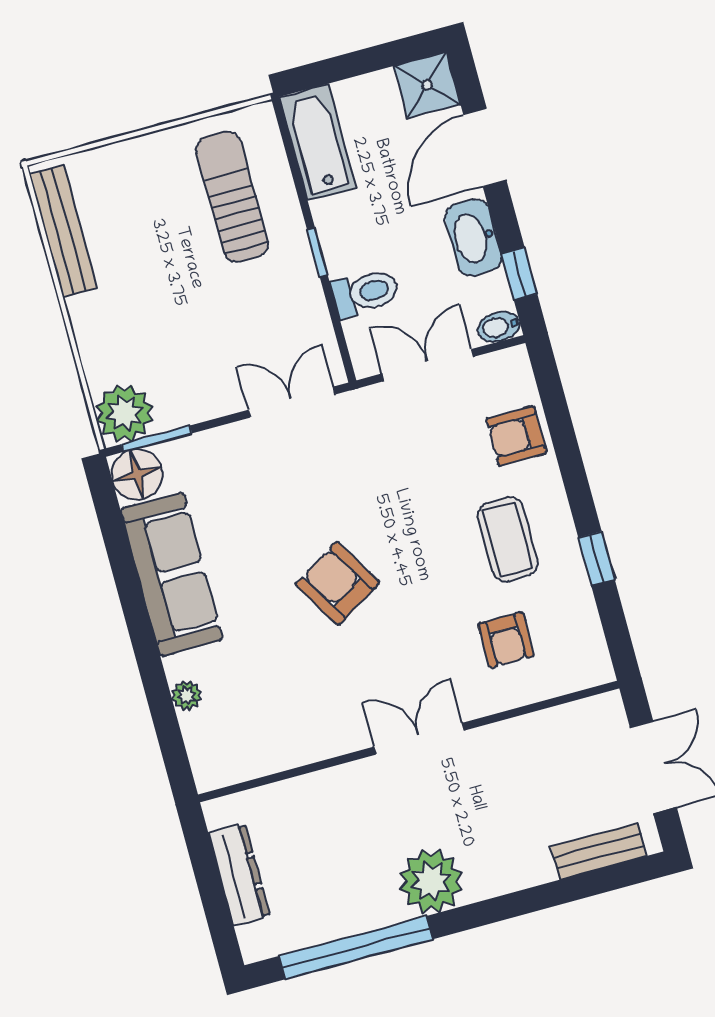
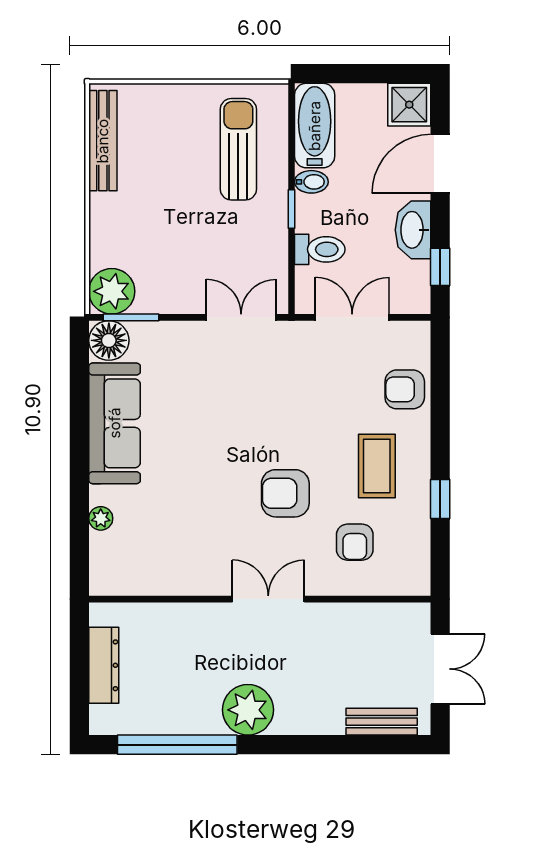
bidet: (499, 327) -> (311, 182), moved, turned 180
armchair: (337, 583) -> (285, 493), moved, turned -59

